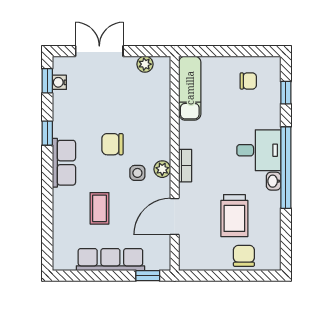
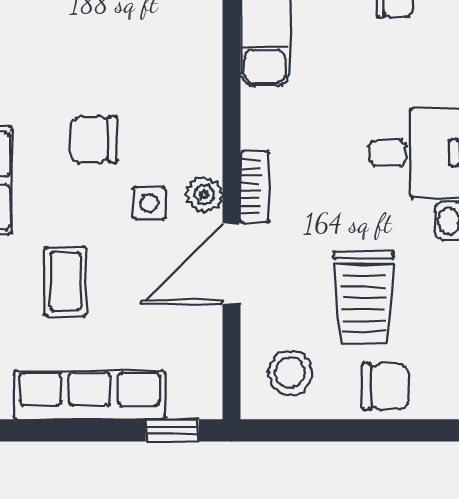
door: (175, 216) -> (231, 263), moved
stool: (201, 250) -> (290, 373), added
chair: (244, 256) -> (385, 387), turned 90

